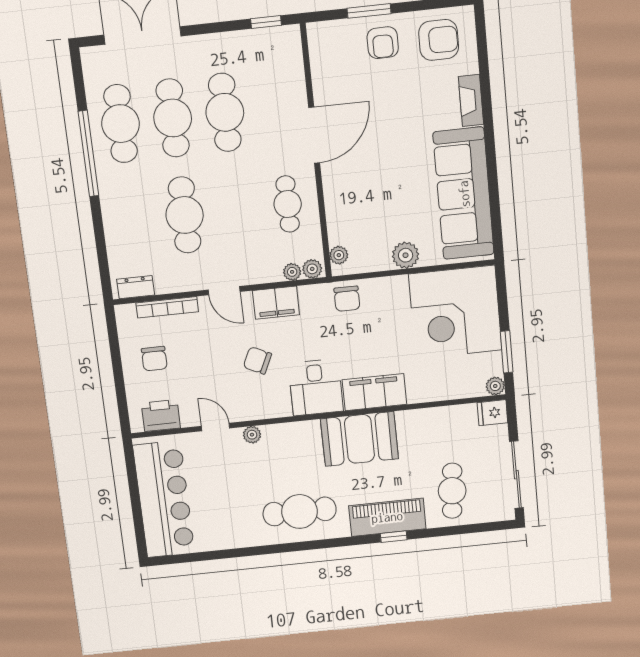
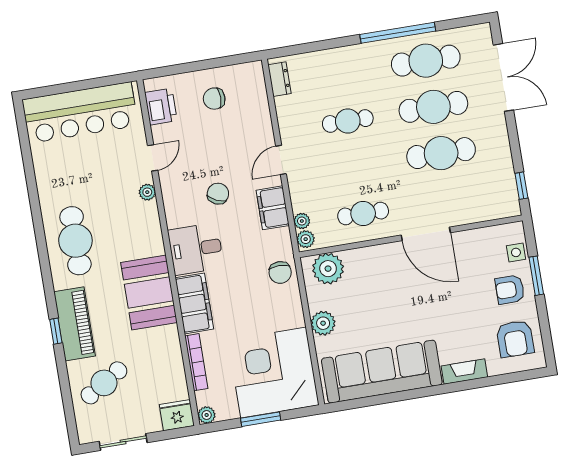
side table: (341, 33) -> (516, 252), added
cafe table: (185, 215) -> (348, 121), width x0.73, depth x0.74
plant: (339, 255) -> (328, 269), width x1.88, depth x1.88
chair: (347, 299) -> (280, 272), turned -90
bookcase: (167, 307) -> (196, 362), moved, turned 180
window: (507, 352) -> (261, 419), moved
fridge: (492, 413) -> (177, 415), width x1.38
sliding door: (516, 475) -> (123, 442), width x0.73
cafe table: (452, 491) -> (104, 383), turned -37

